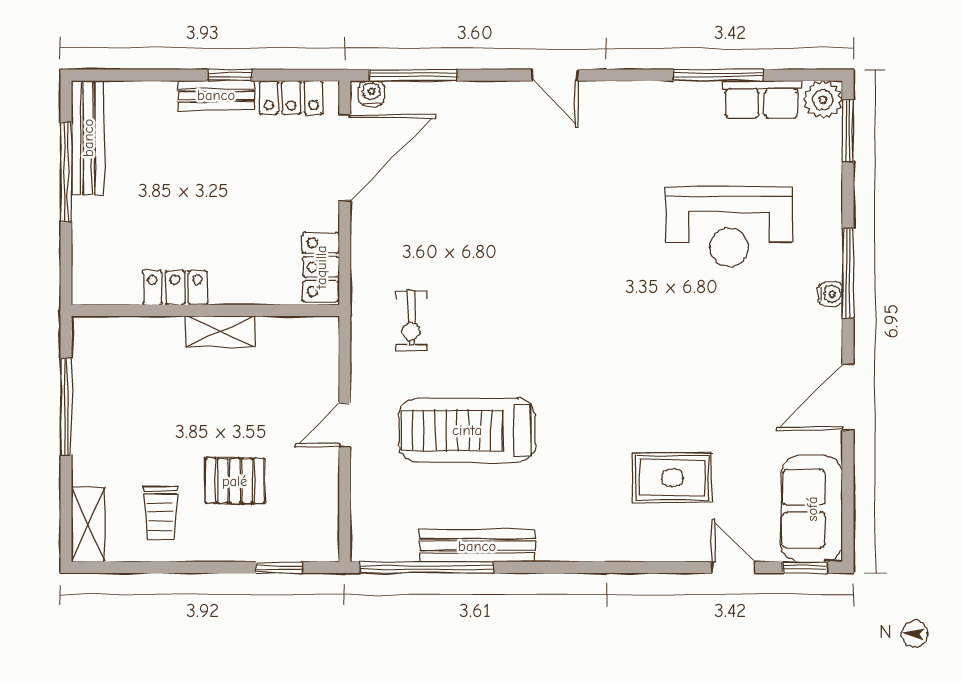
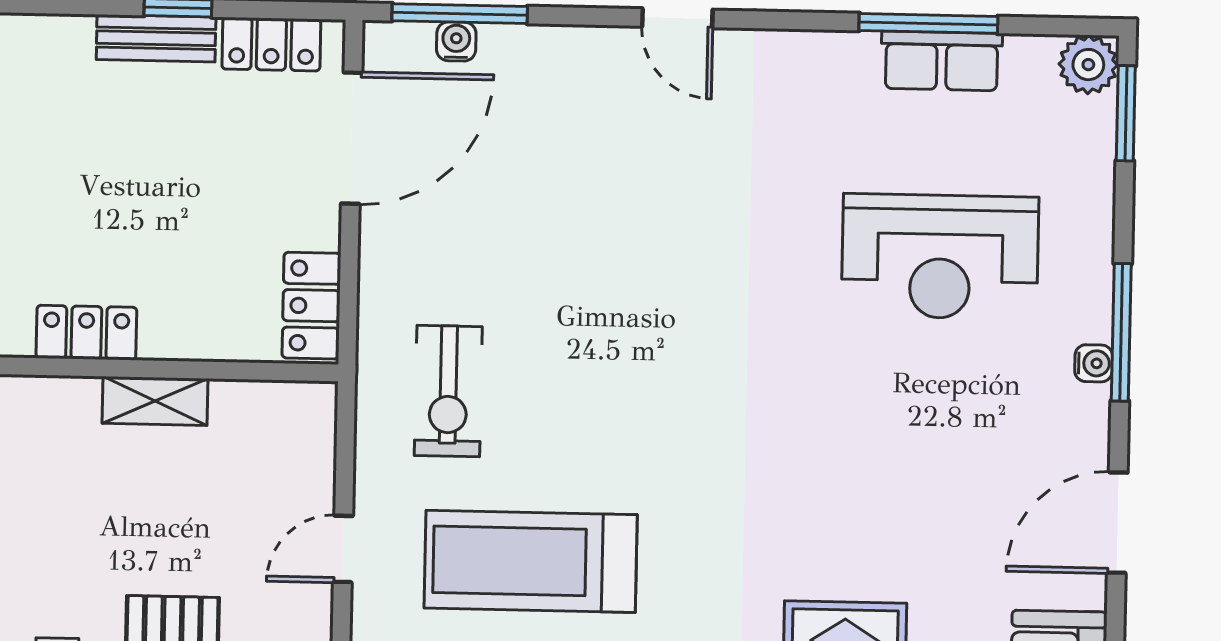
water cooler: (372, 93) -> (456, 41), moved
row of seats: (762, 99) -> (942, 61), moved
exercise bike: (411, 321) -> (448, 391), width x1.38, depth x1.39

